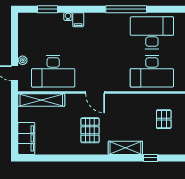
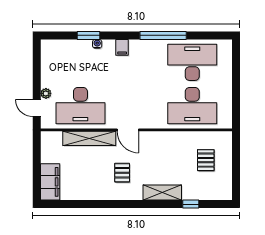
window: (47, 9) -> (89, 35), moved
filing cabinet: (78, 20) -> (122, 47), moved
shelving: (41, 100) -> (89, 138), moved
pallet: (90, 130) -> (122, 173), width x0.67, depth x0.71

